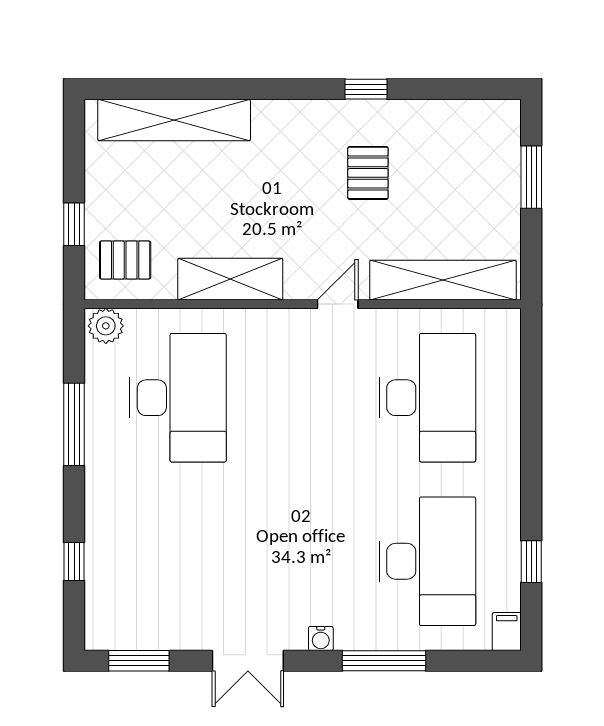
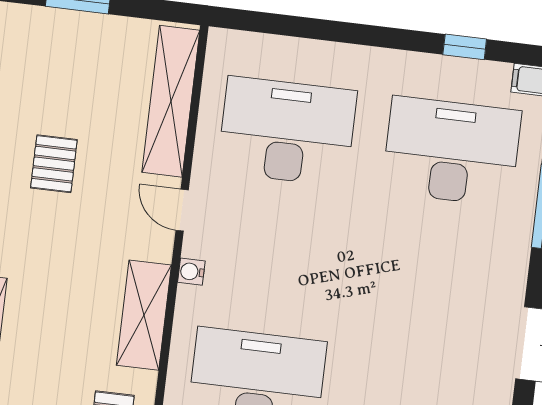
pallet: (368, 173) -> (54, 164), turned 90
water cooler: (321, 638) -> (191, 272), moved, turned 180

